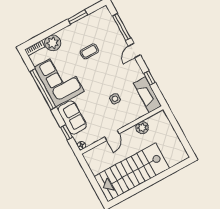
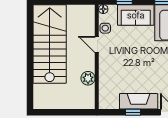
fireplace: (147, 95) -> (139, 101), moved
side table: (115, 99) -> (105, 28), moved

